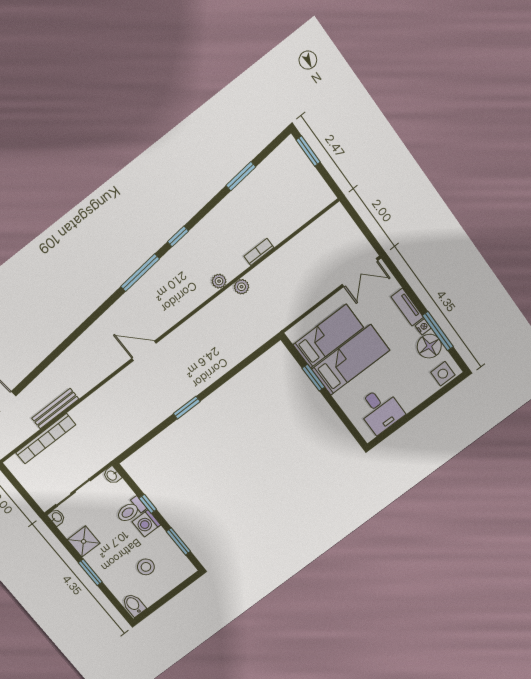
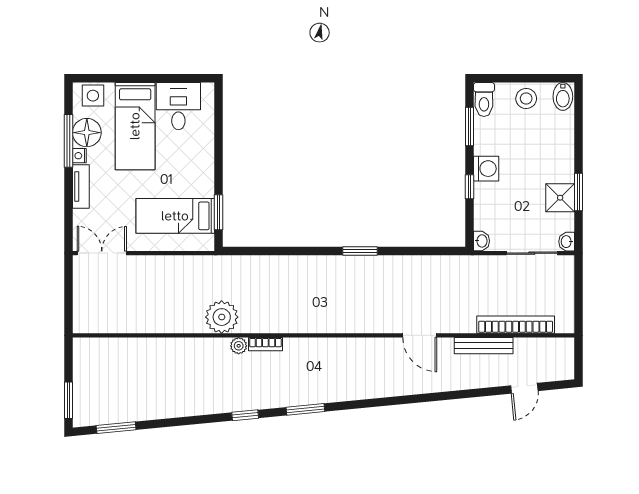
window: (241, 176) -> (116, 428), moved
bookcase: (259, 252) -> (265, 344), moved
window: (140, 273) -> (305, 409), width x0.69
plant: (242, 287) -> (222, 317), width x1.88, depth x1.88
door: (144, 351) -> (420, 335), moved
bed: (351, 360) -> (135, 126), moved, turned -90
window: (313, 378) -> (219, 212), moved
toilet: (131, 510) -> (484, 100), moved, turned 90
stool: (146, 567) -> (526, 98), moved
window: (90, 572) -> (578, 192), moved

